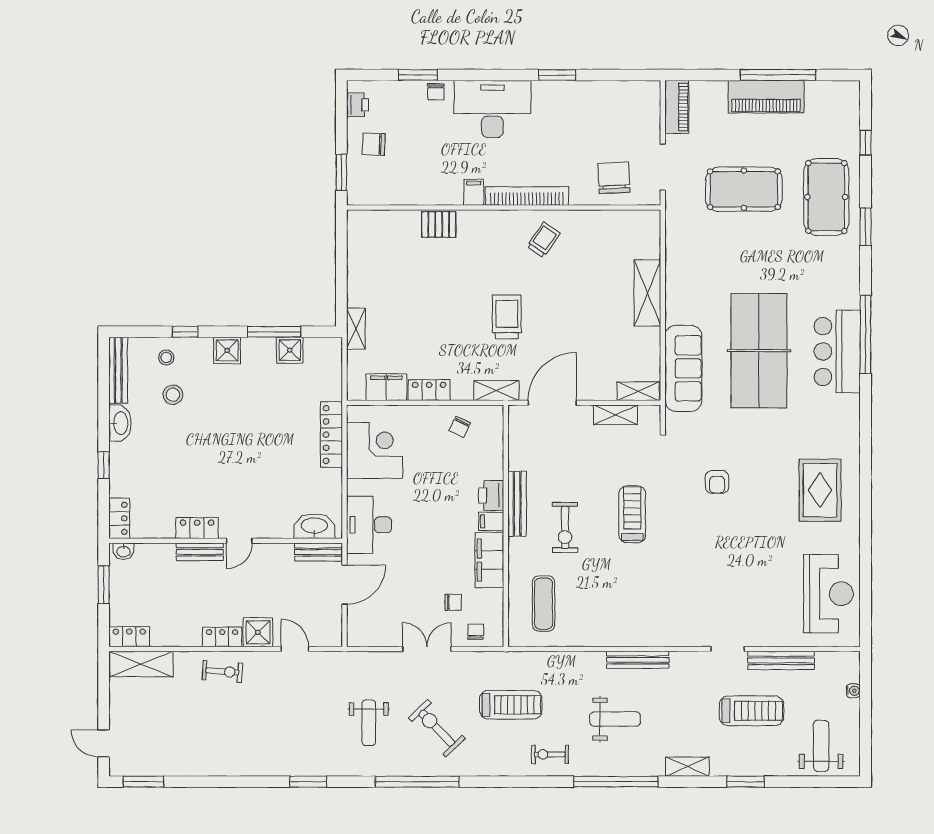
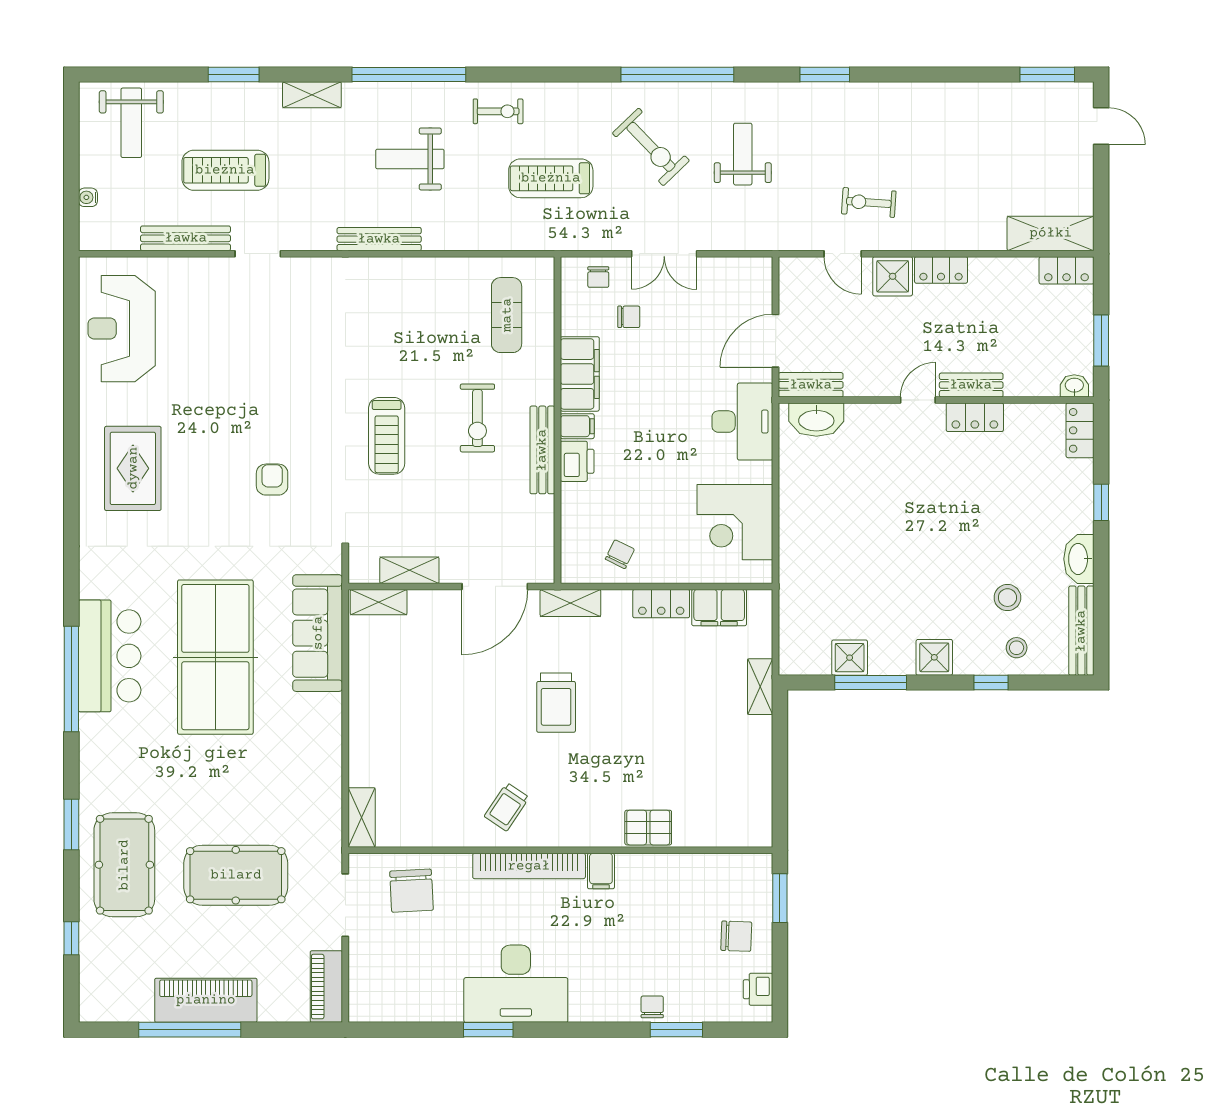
desk: (492, 109) -> (516, 984), moved
shelving: (647, 293) -> (362, 818), moved, width x0.67, depth x0.75
locker: (332, 435) -> (793, 544), removed
exercise bike: (565, 527) -> (477, 418), turned 180
chair: (453, 602) -> (629, 317), turned 180
exercise bike: (222, 671) -> (869, 202), moved

